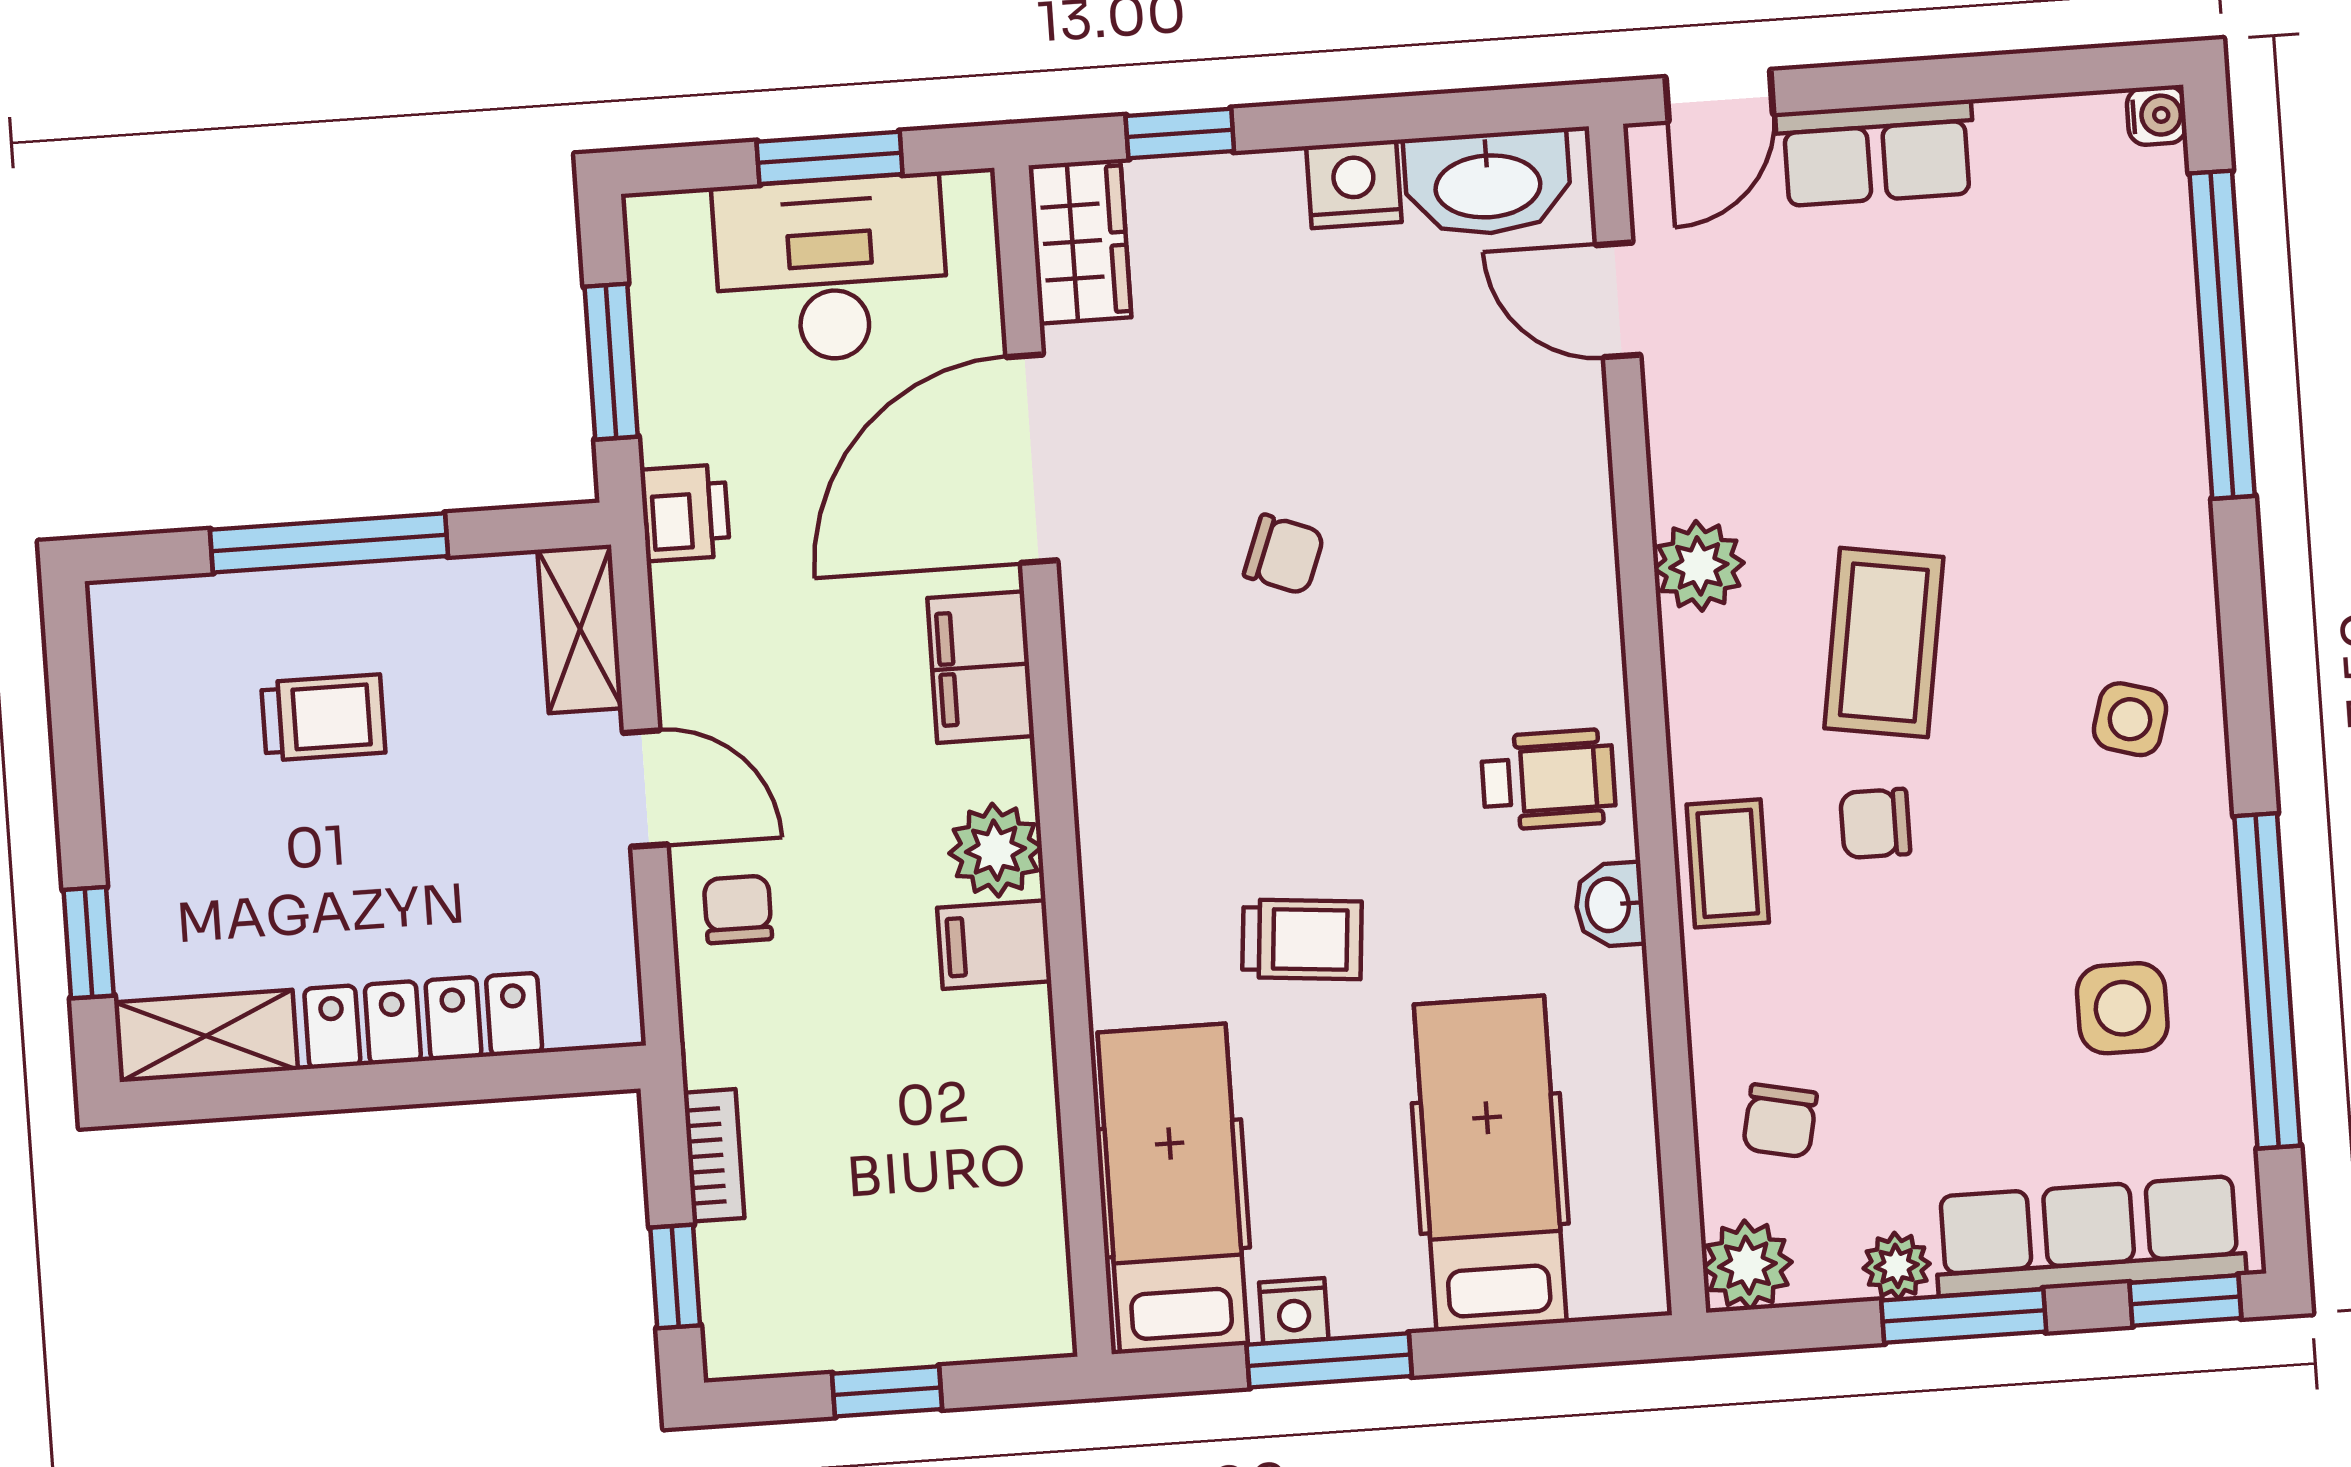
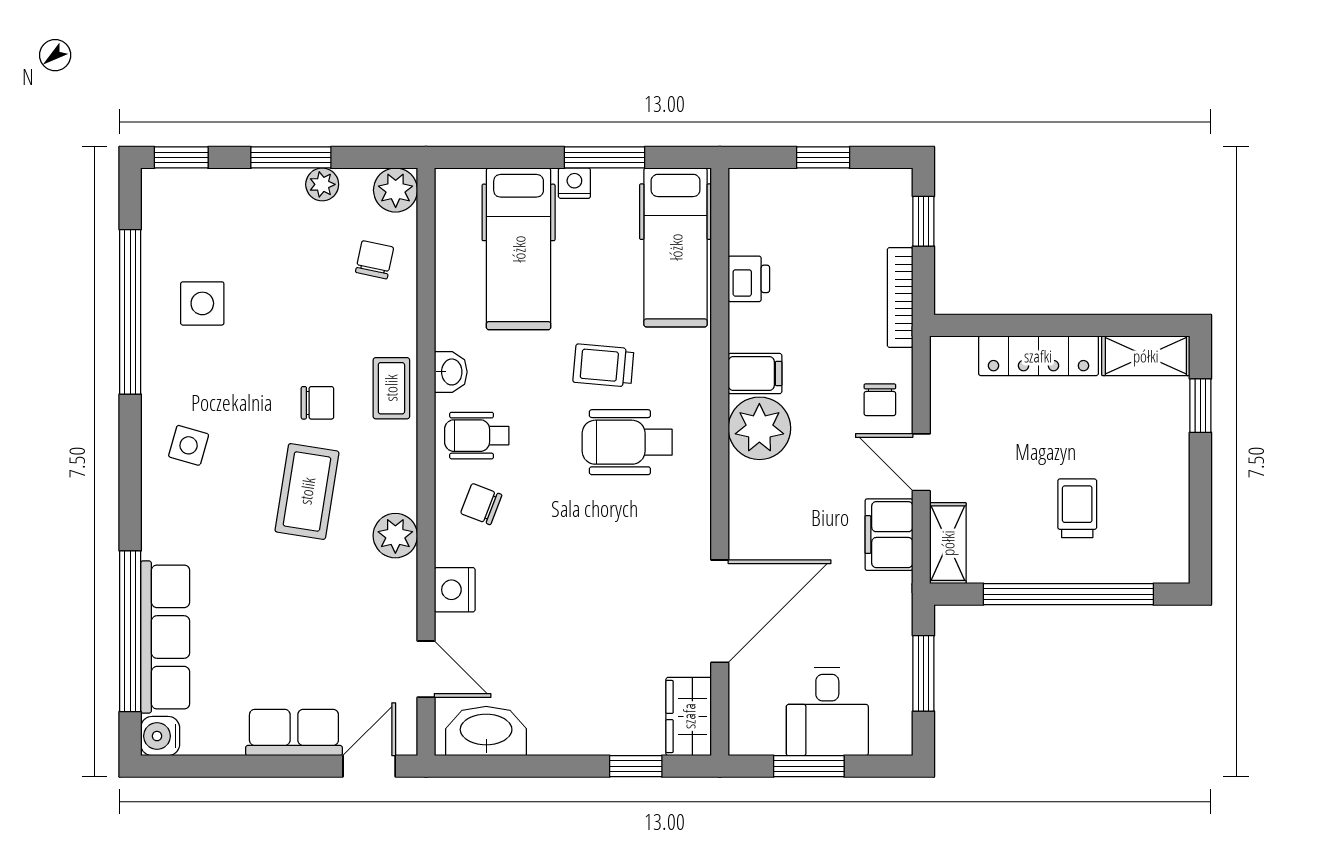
water cooler: (2157, 115) -> (160, 736), width x1.38, depth x1.38
nightstand: (1354, 184) -> (455, 590), moved, turned 90
desk: (831, 269) -> (827, 711), width x0.73
printer: (685, 513) -> (749, 279), moved, turned 180
window: (329, 543) -> (1068, 594), width x1.46
chair: (1284, 554) -> (481, 504), moved
filing cabinet: (981, 667) -> (889, 535), moved, turned 180
trolley: (323, 718) -> (1077, 508), turned 90
wheelchair: (1243, 788) -> (627, 442), added
plant: (995, 850) -> (759, 428), width x1.36, depth x1.36
bookcase: (714, 1155) -> (900, 297), width x1.56
row of seats: (2089, 1236) -> (165, 637), moved, turned -90
nightstand: (1294, 1311) -> (574, 183), moved

